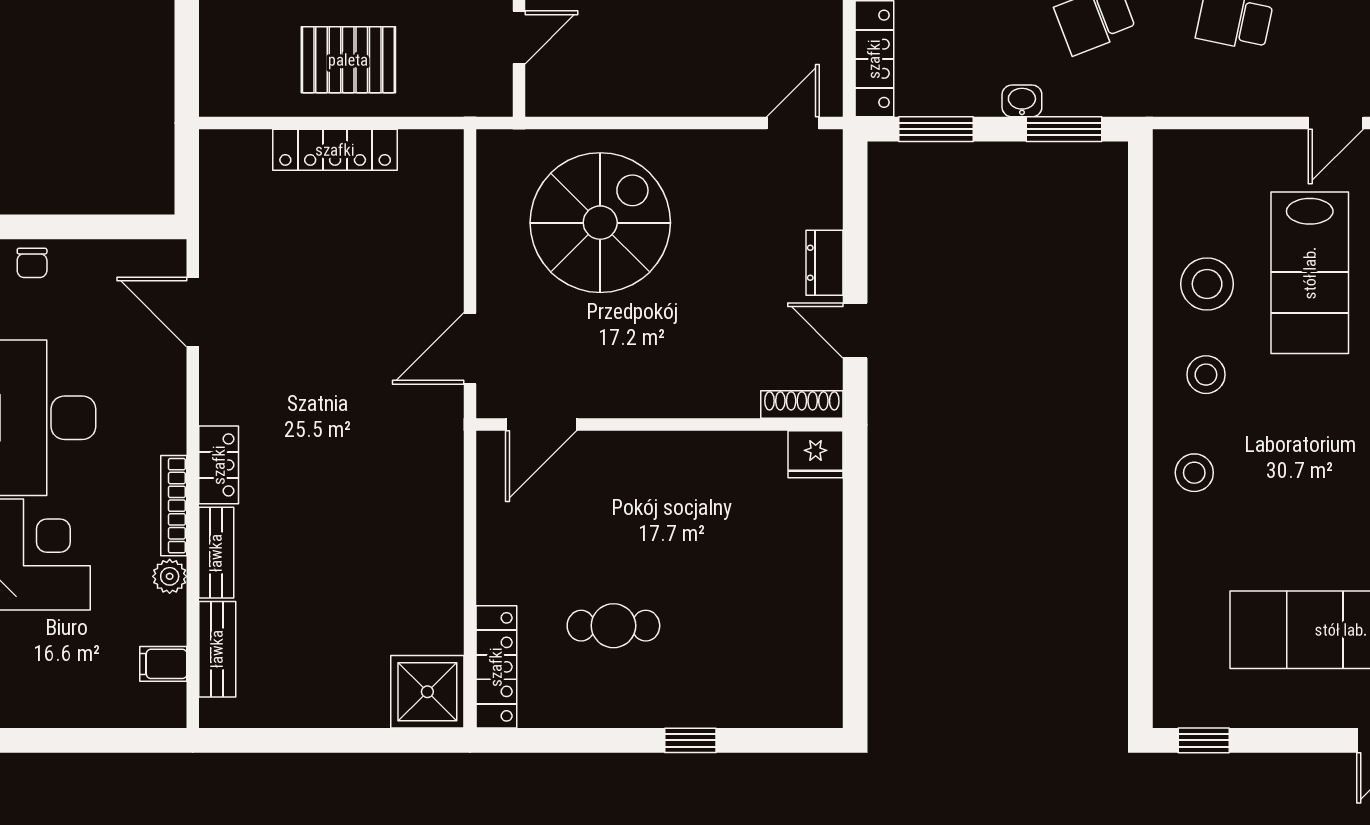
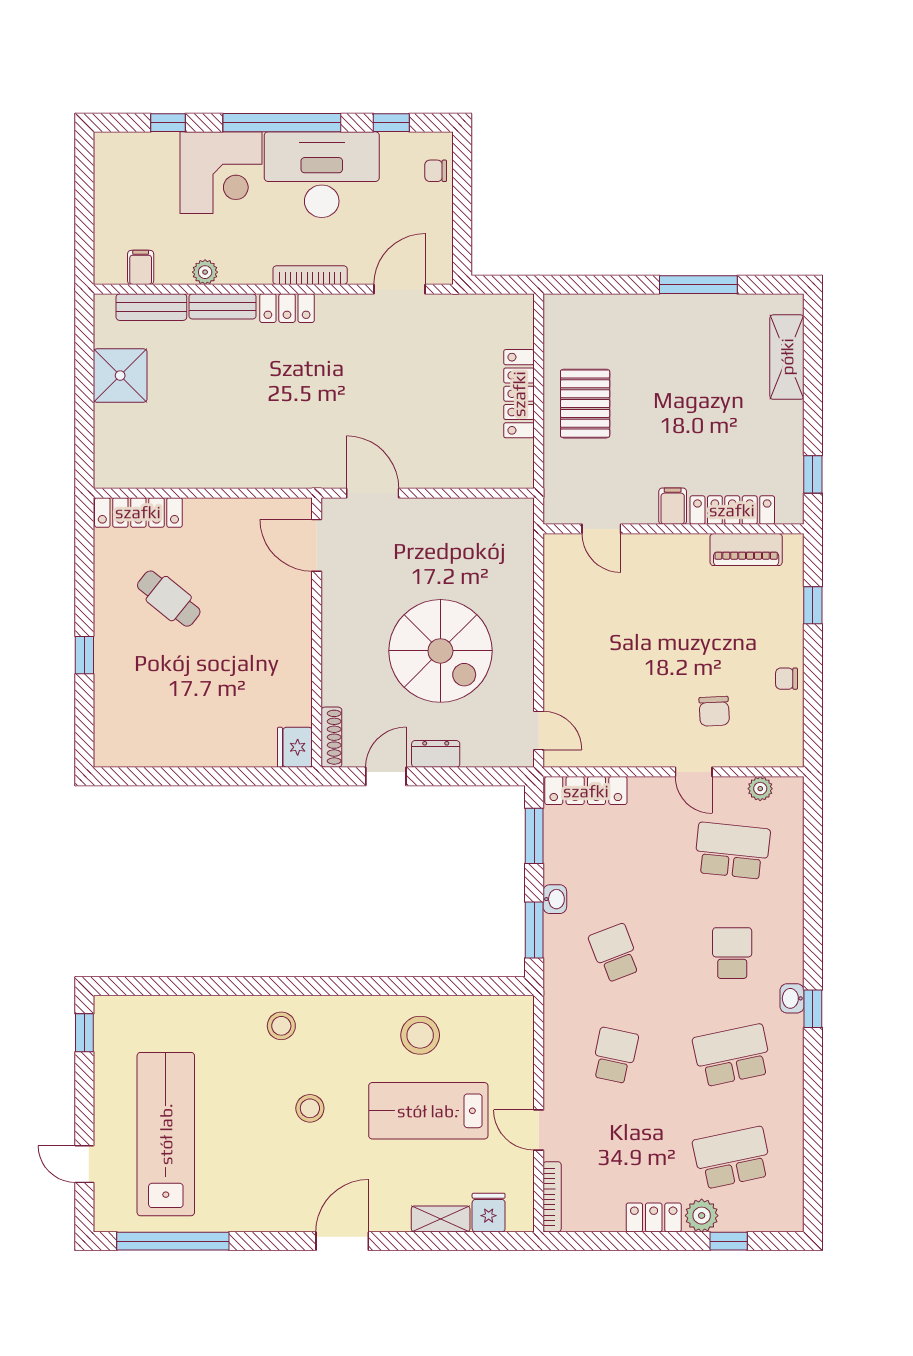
spiral stairs: (600, 223) -> (440, 651), moved
stool: (1206, 375) -> (310, 1108), moved
bookcase: (174, 506) -> (310, 275), moved
cafe table: (613, 626) -> (169, 599), turned -51
shower: (427, 692) -> (120, 376), moved

